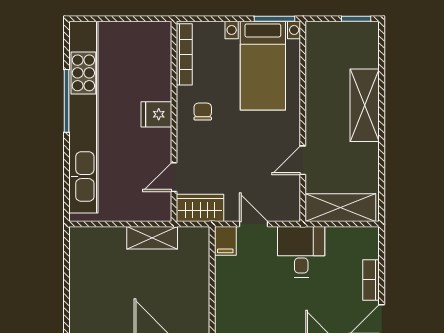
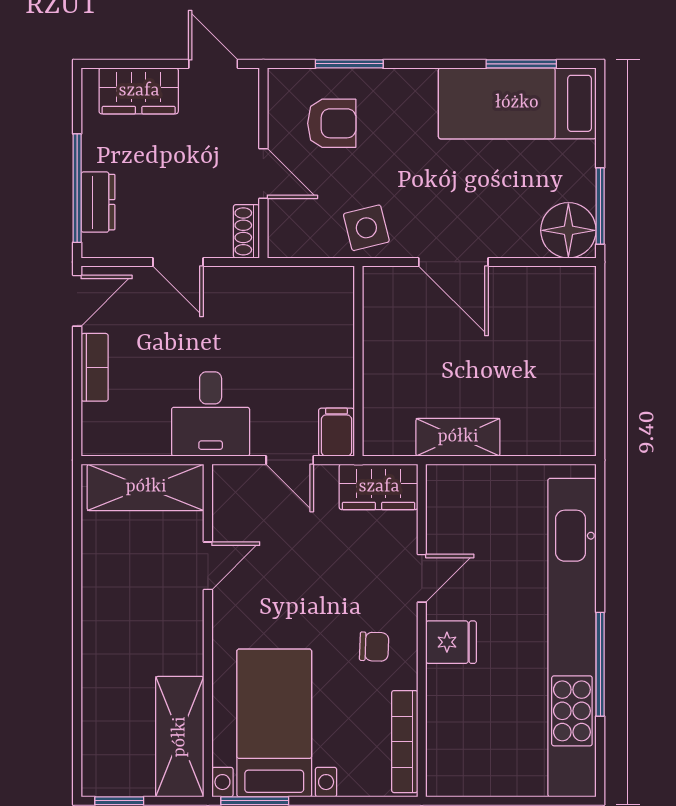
shelving: (365, 105) -> (180, 737), moved
chair: (203, 112) -> (374, 647), turned -88
door: (174, 177) -> (422, 578), moved

